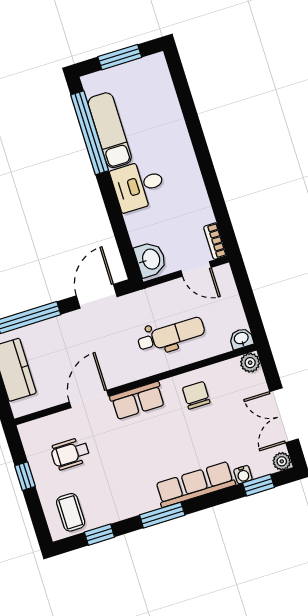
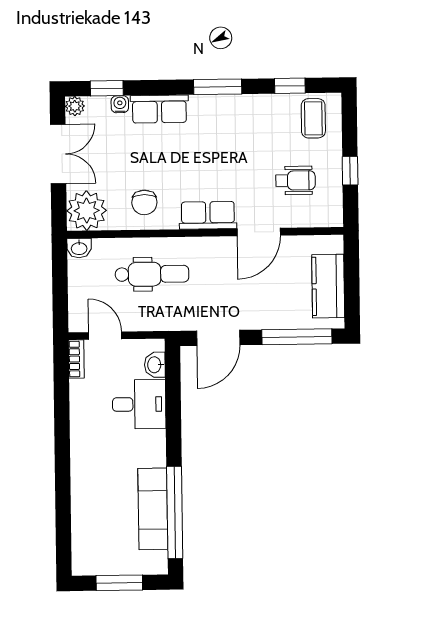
desk: (139, 185) -> (139, 404), moved
washbasin: (150, 259) -> (155, 365), width x0.72, depth x0.69
dental chair: (171, 335) -> (152, 274), turned 180
plant: (250, 363) -> (87, 211), width x1.87, depth x1.87
row of seats: (195, 484) -> (159, 109), width x0.68

